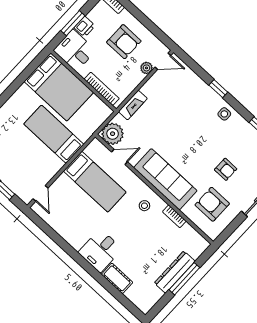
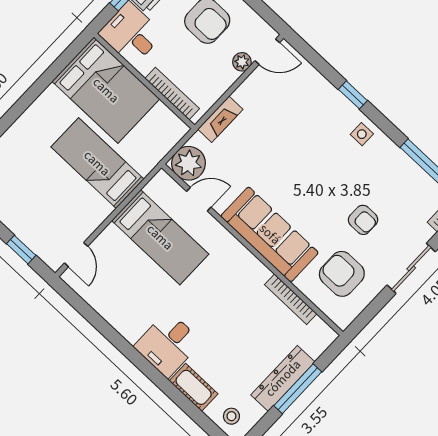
stool: (144, 206) -> (231, 416), moved
bookcase: (174, 216) -> (291, 299), width x1.56

